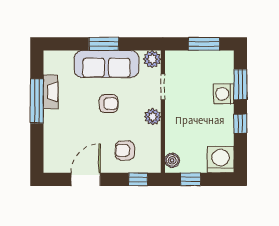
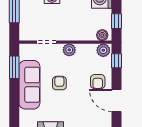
window: (104, 44) -> (14, 67), moved
plant: (152, 59) -> (103, 50), moved
armchair: (125, 150) -> (98, 82), moved

